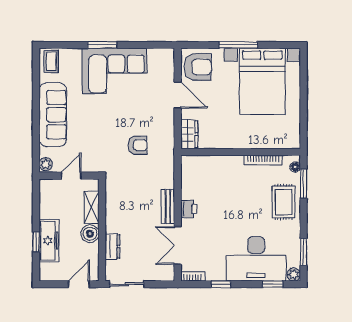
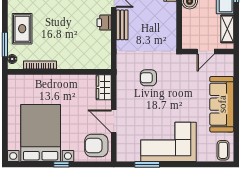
window: (102, 45) -> (147, 164), moved
window: (238, 45) -> (61, 164), width x0.46
plant: (46, 164) -> (228, 61), removed
shelving: (92, 207) -> (227, 29), moved

